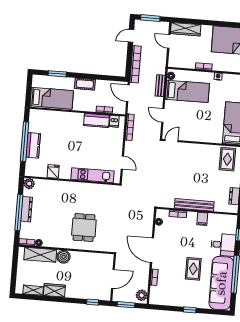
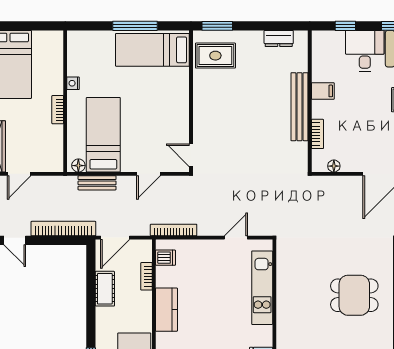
cot: (85, 84) -> (105, 289), moved
kitchen counter: (96, 120) -> (166, 310), moved

